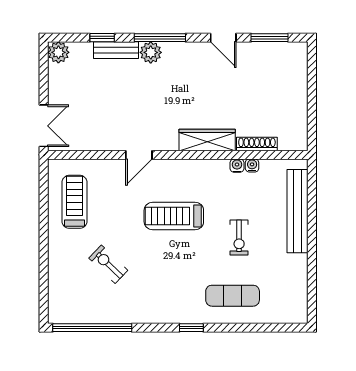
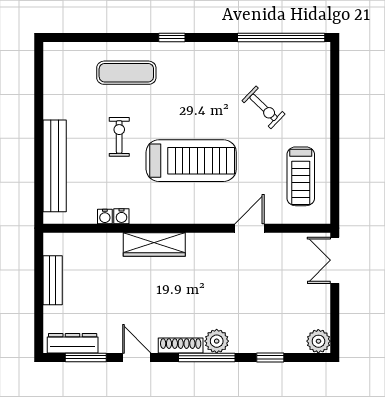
bench: (116, 50) -> (53, 280), moved, turned 90
dresser: (281, 51) -> (73, 343), added
shoe rack: (257, 144) -> (181, 346), moved, turned 180
door: (139, 155) -> (249, 228), moved
treadmill: (174, 216) -> (191, 161), width x1.37, depth x1.38

